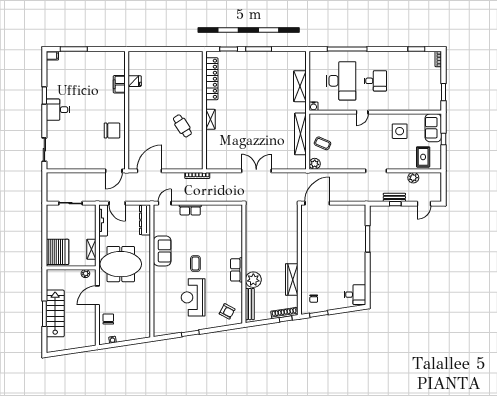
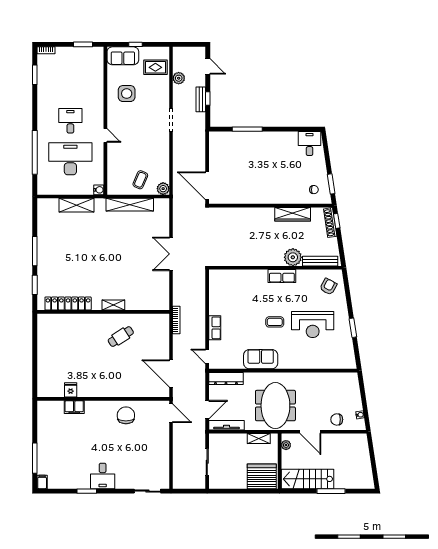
stairs: (55, 313) -> (307, 479), moved

